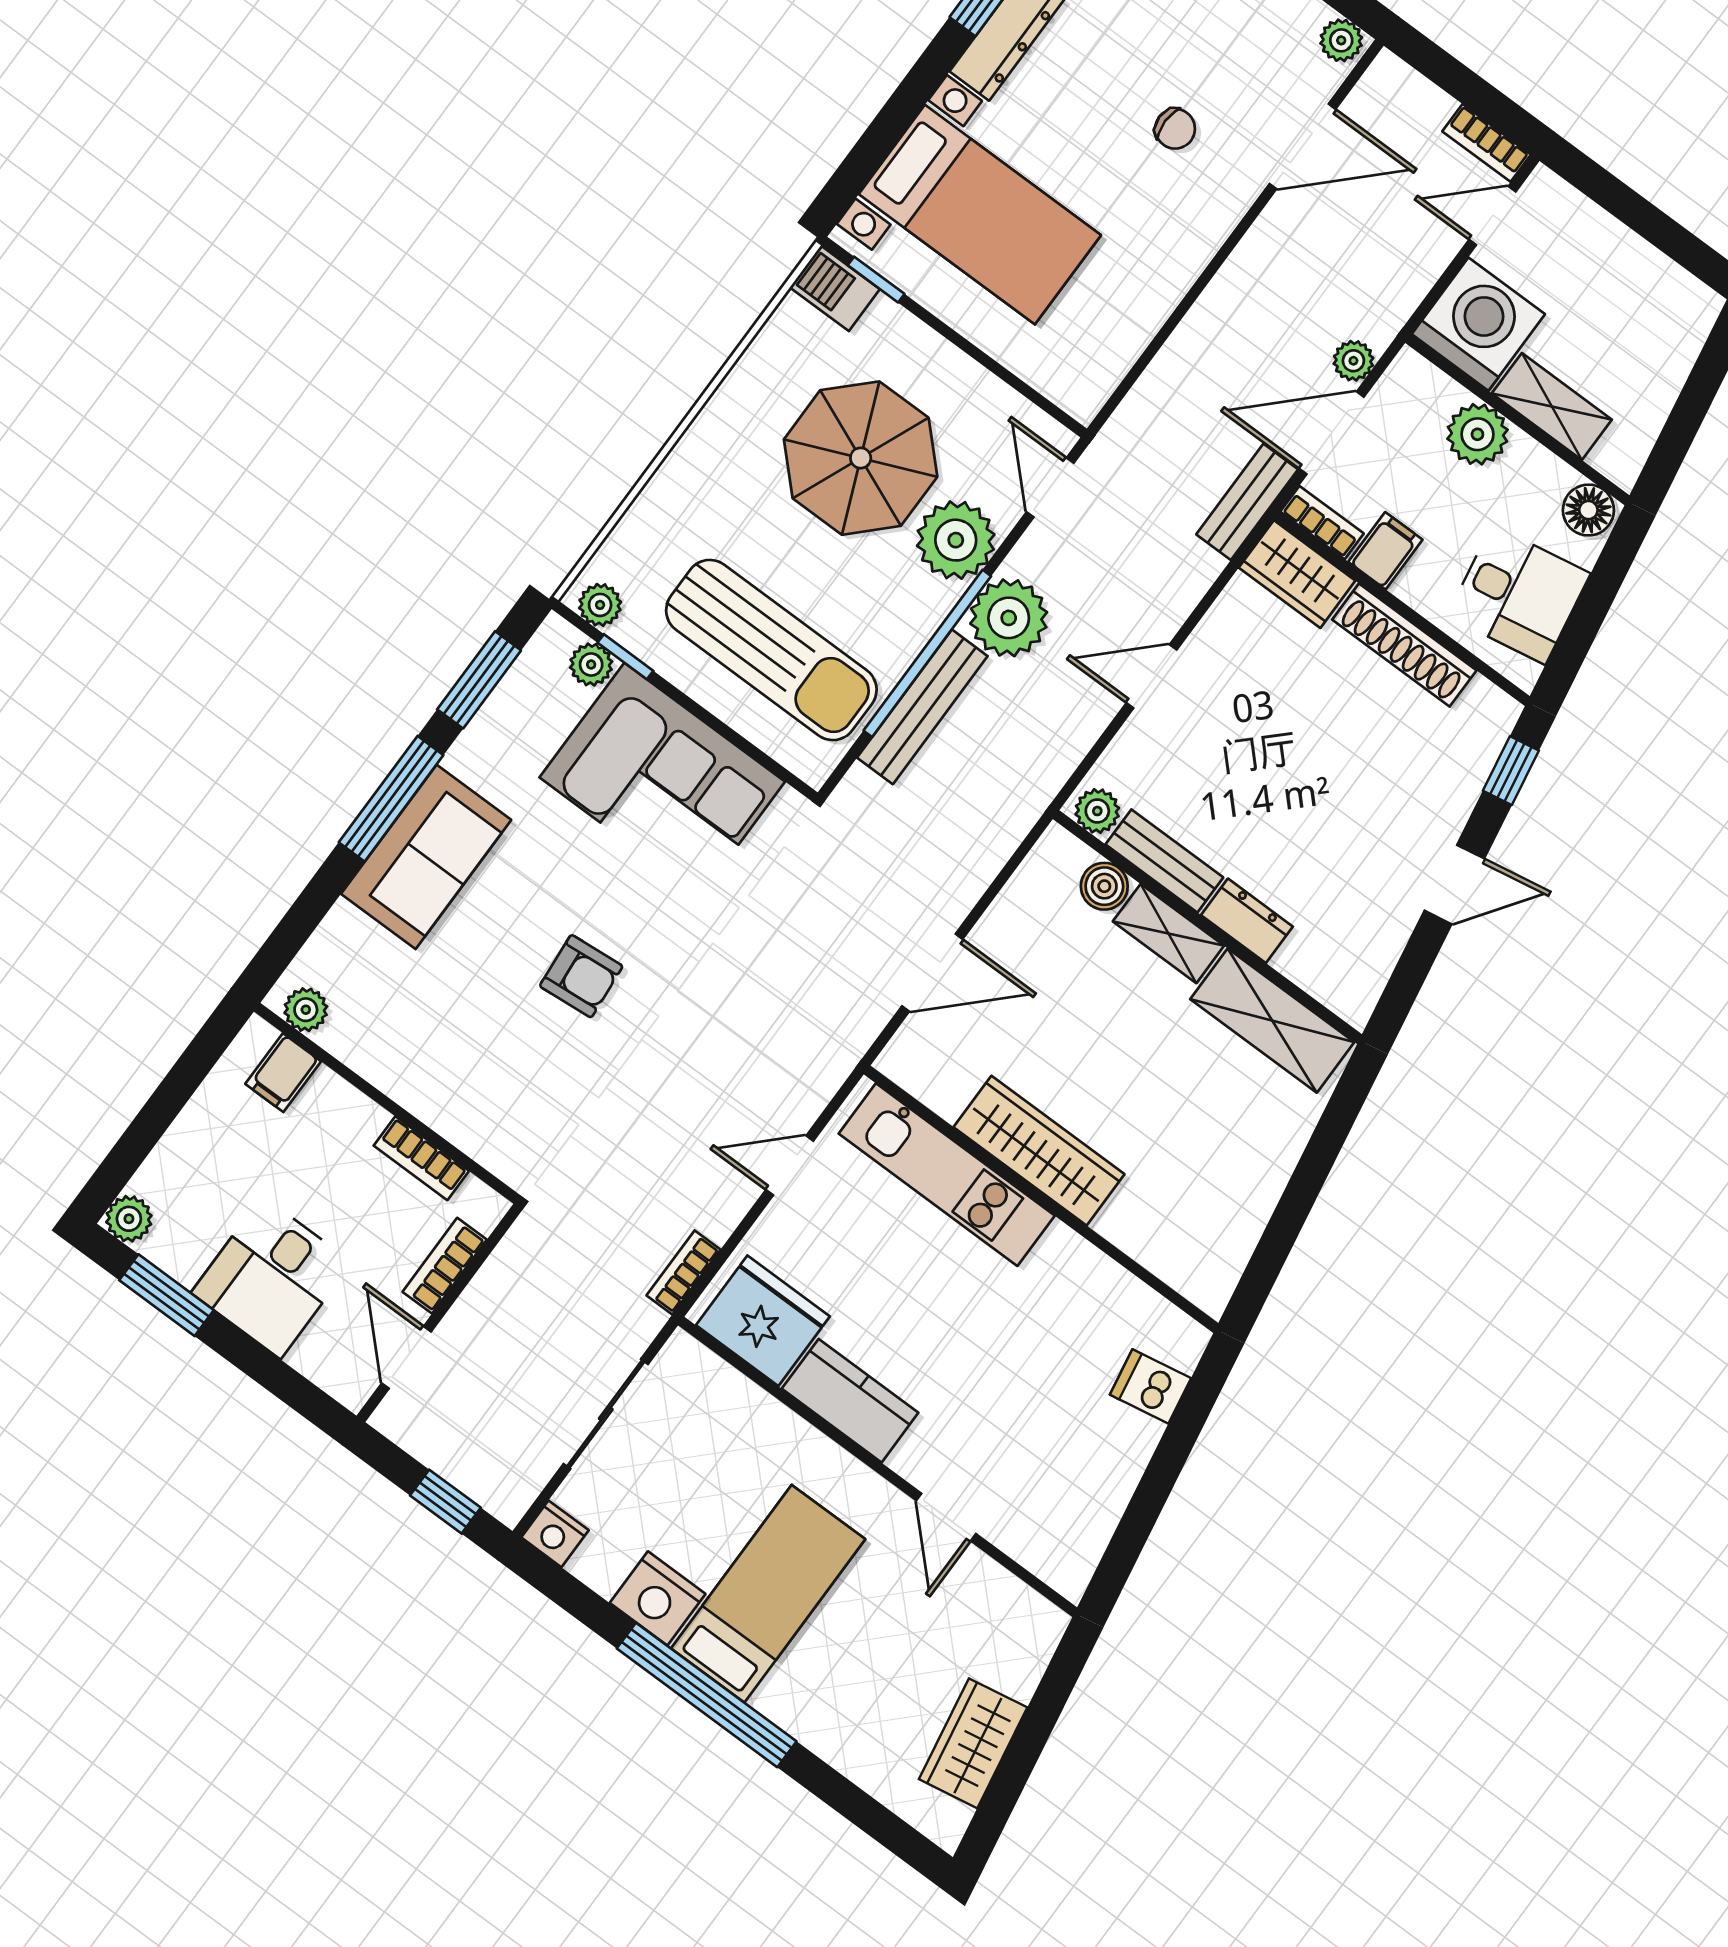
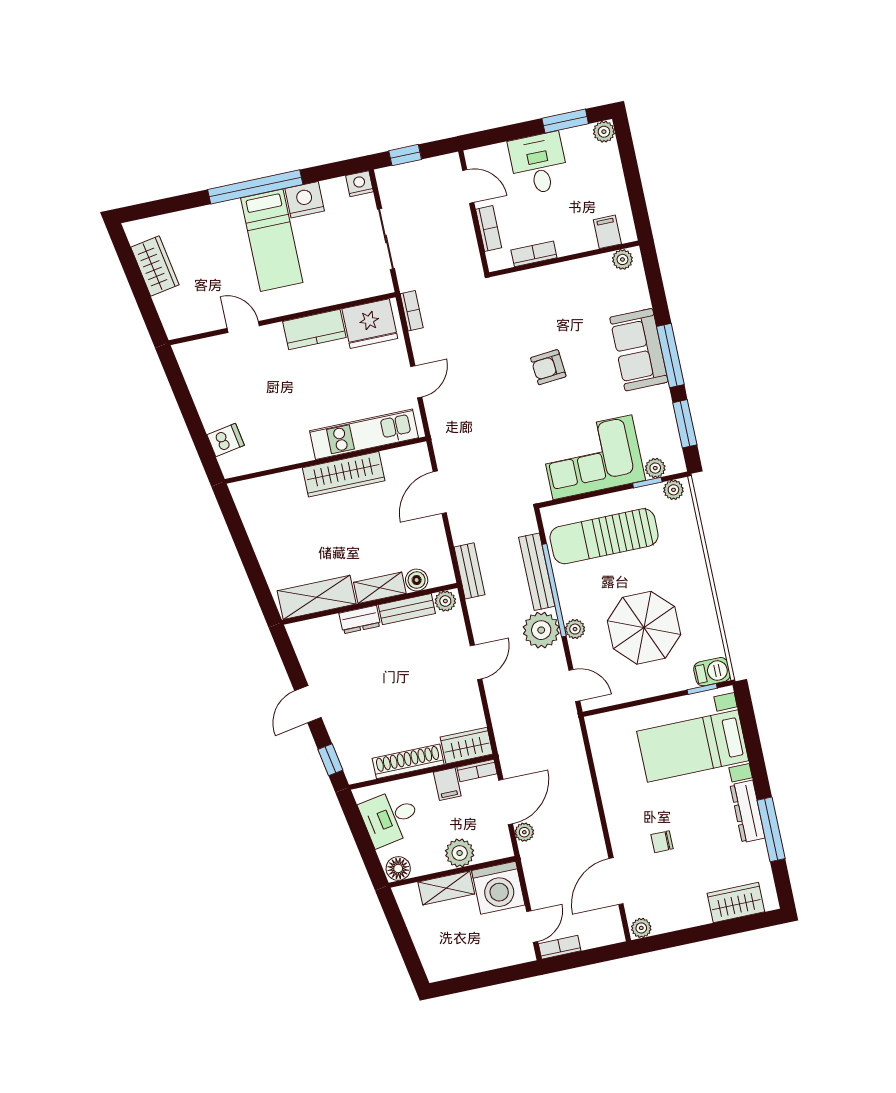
bench: (1247, 502) -> (470, 571), moved
plant: (956, 540) -> (575, 629), width x0.53, depth x0.53

